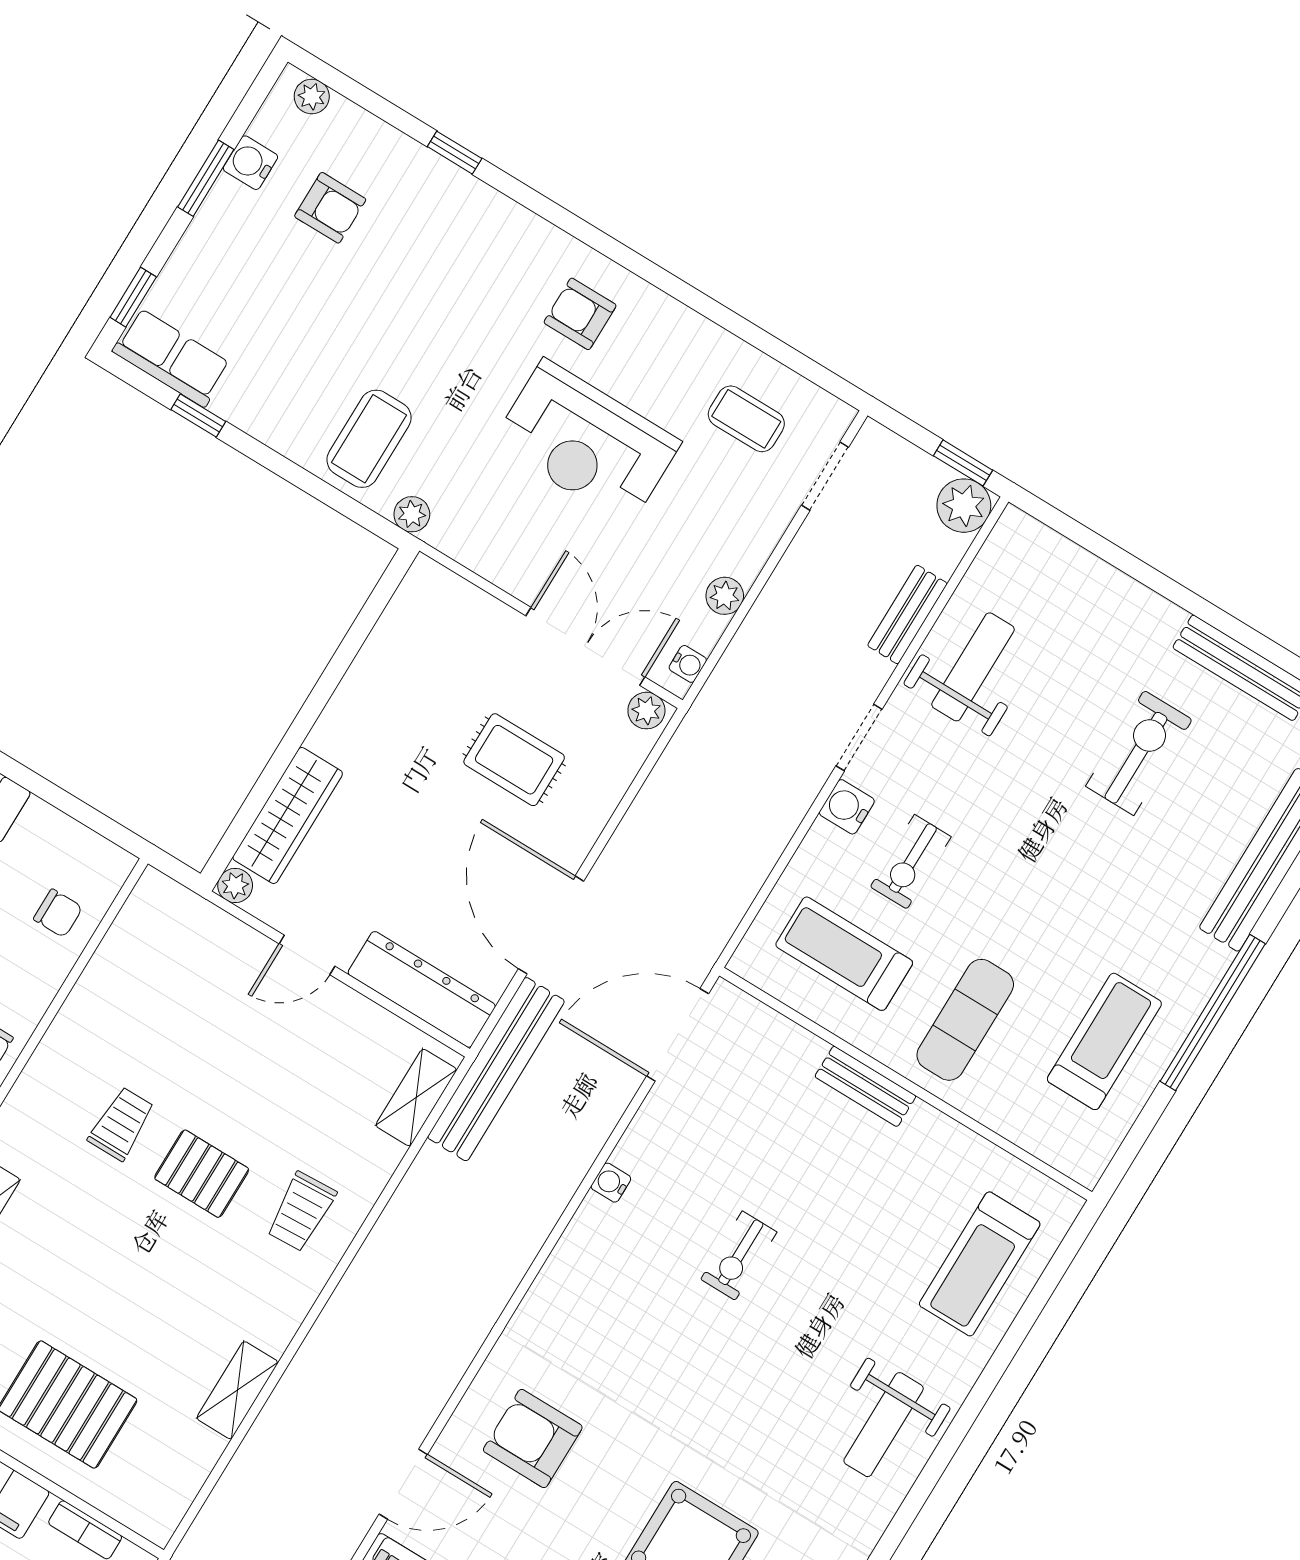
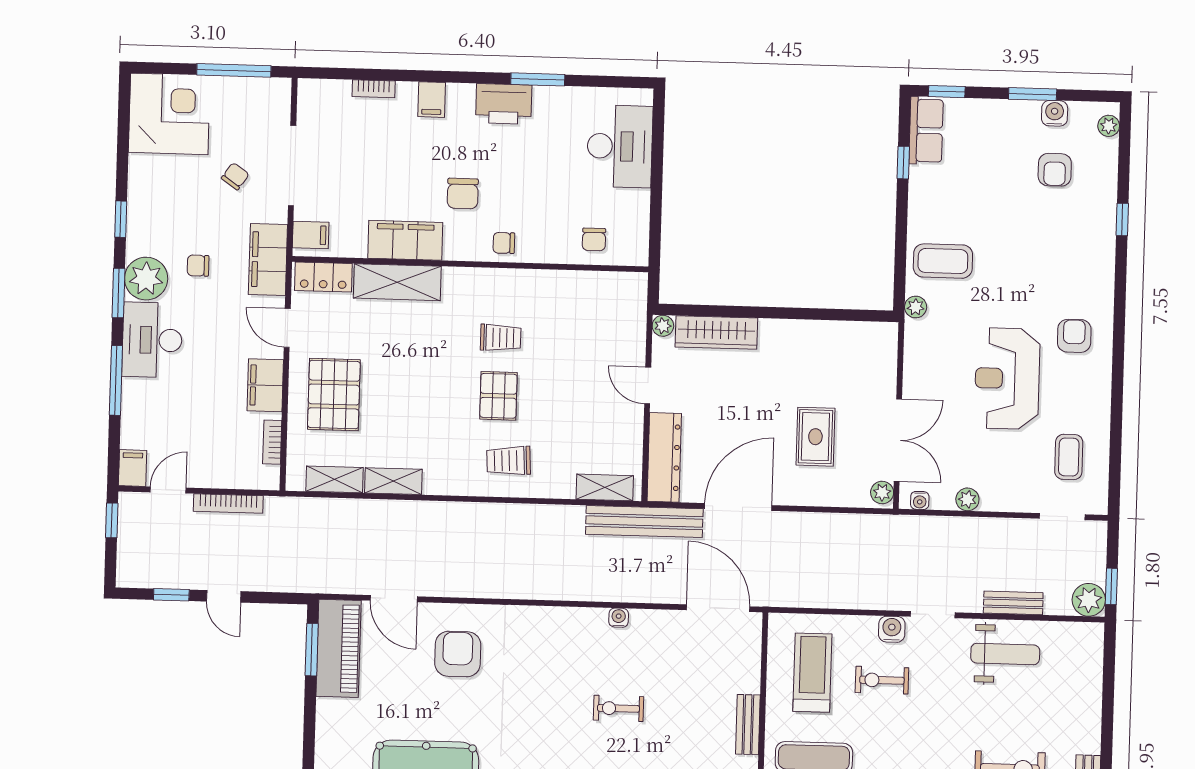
shelving: (188, 1472) -> (335, 479), added

